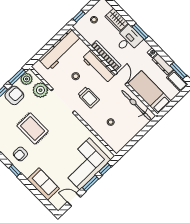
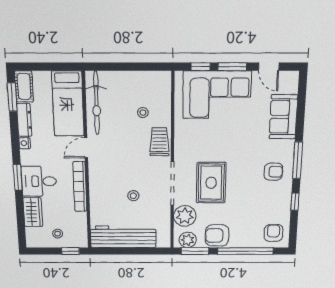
workbench: (99, 66) -> (99, 183), removed
trolley: (89, 97) -> (159, 142), moved
rug: (33, 128) -> (211, 183), moved
window: (15, 171) -> (298, 160), width x2.17

